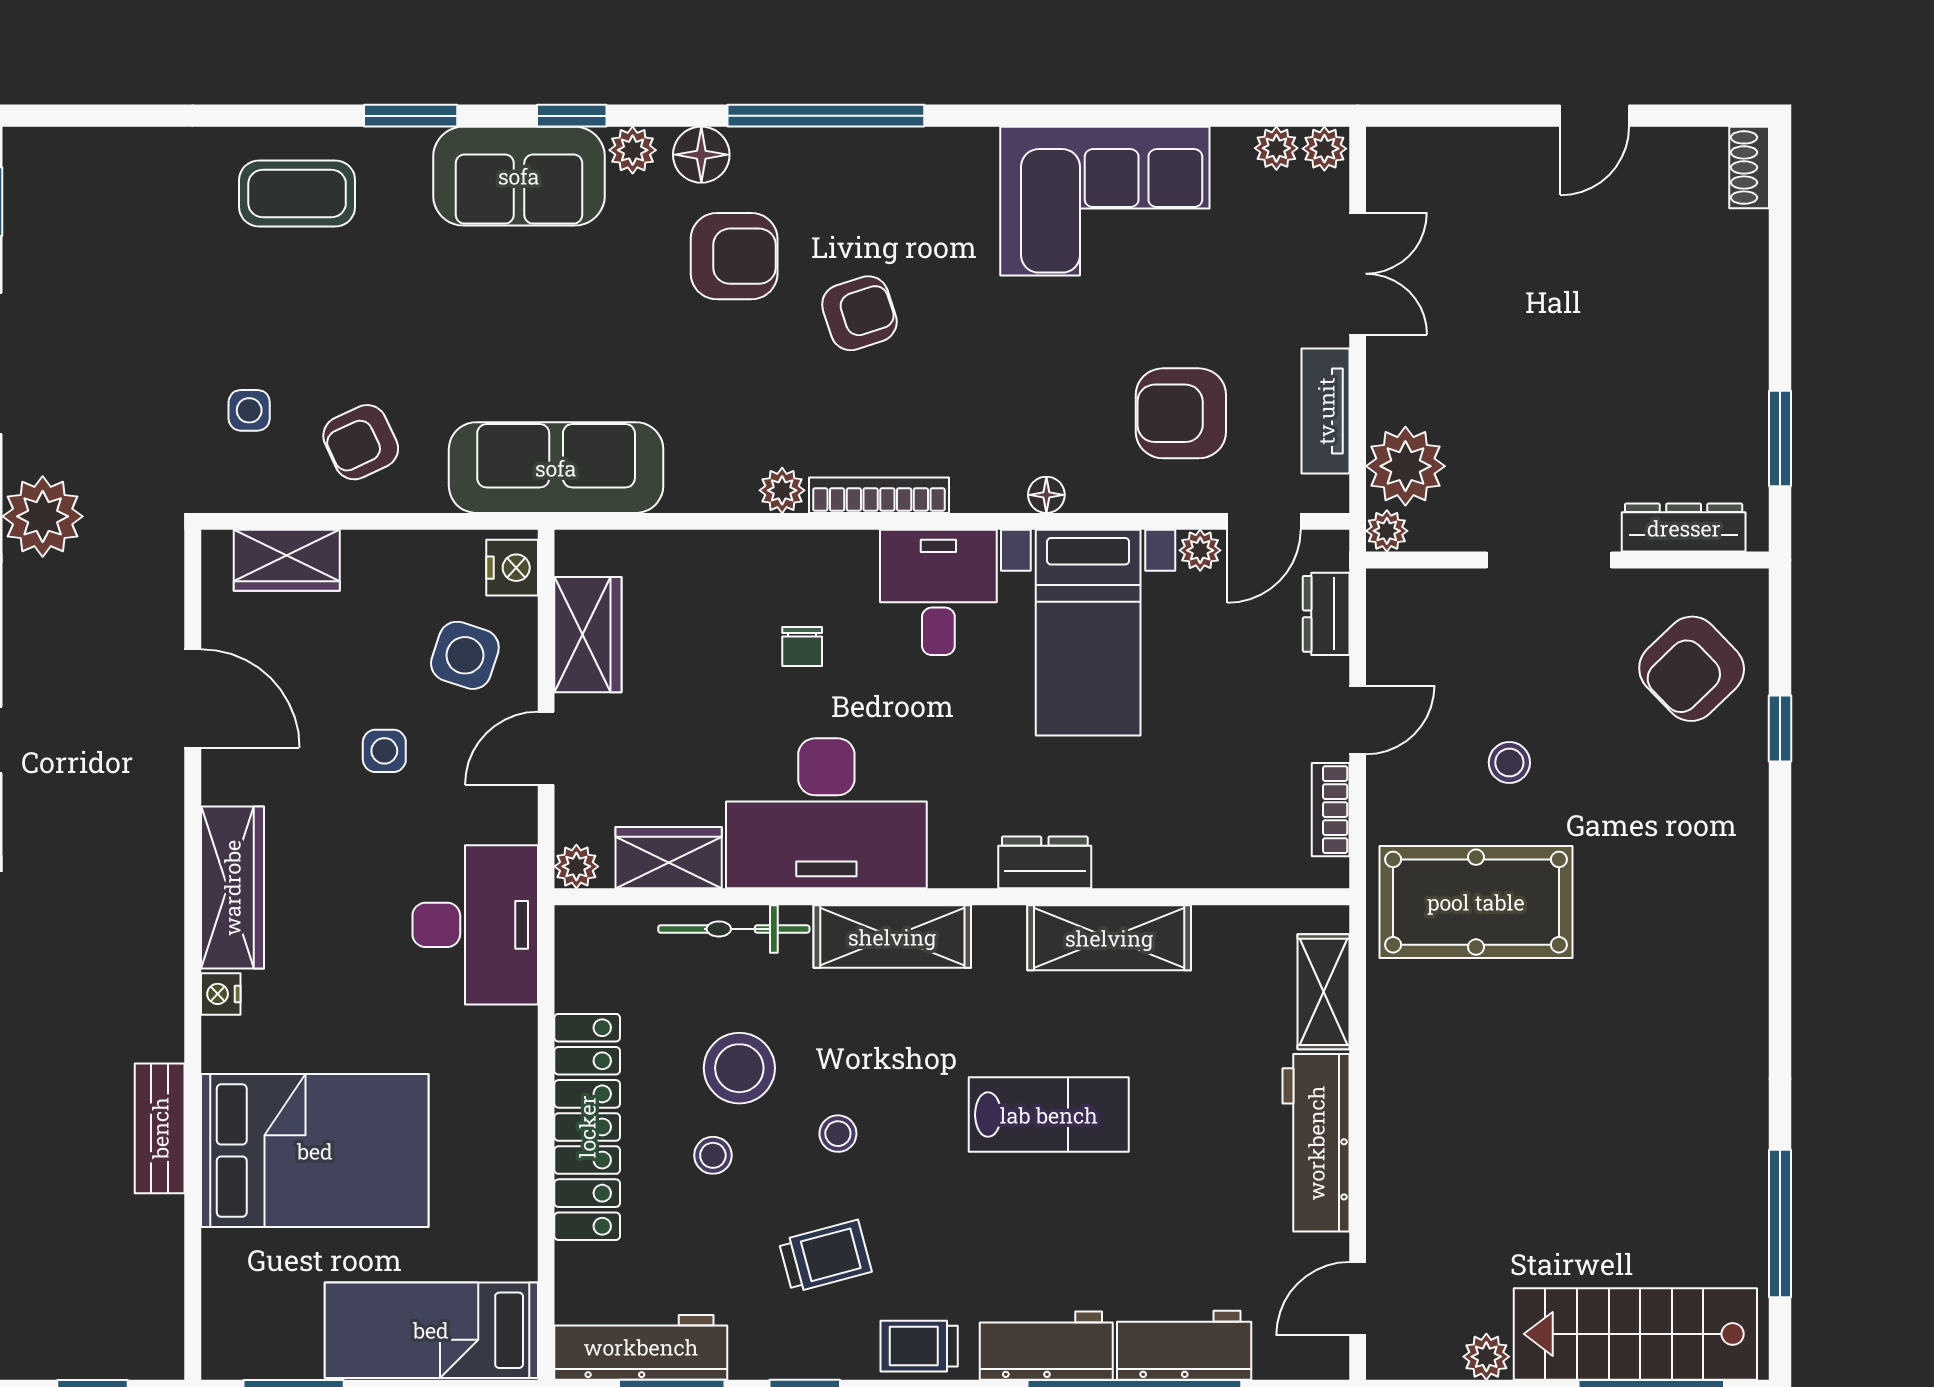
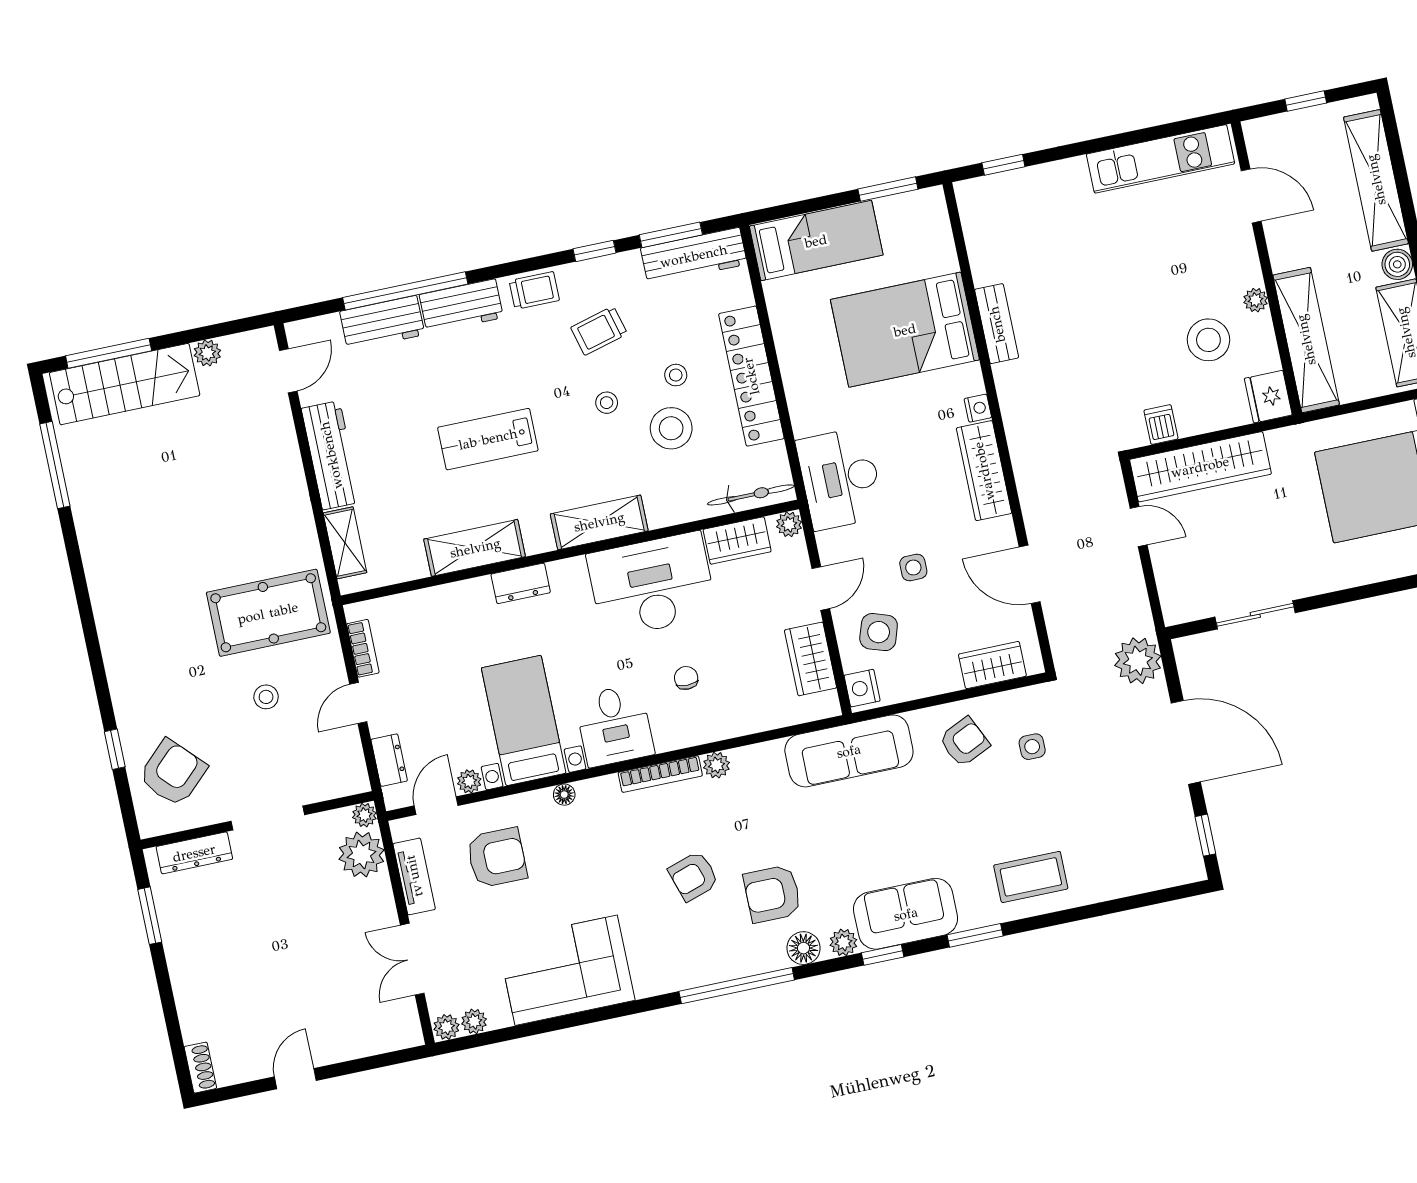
bicycle: (734, 929) -> (751, 495), moved

